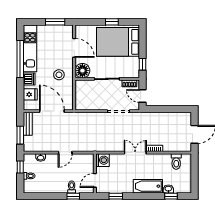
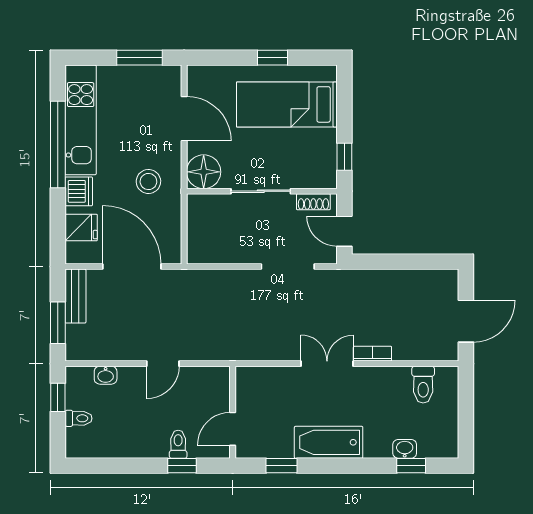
bed: (118, 42) -> (287, 104), width x0.67
washing machine: (102, 160) -> (250, 381), removed
bathtub: (148, 186) -> (329, 442), moved

